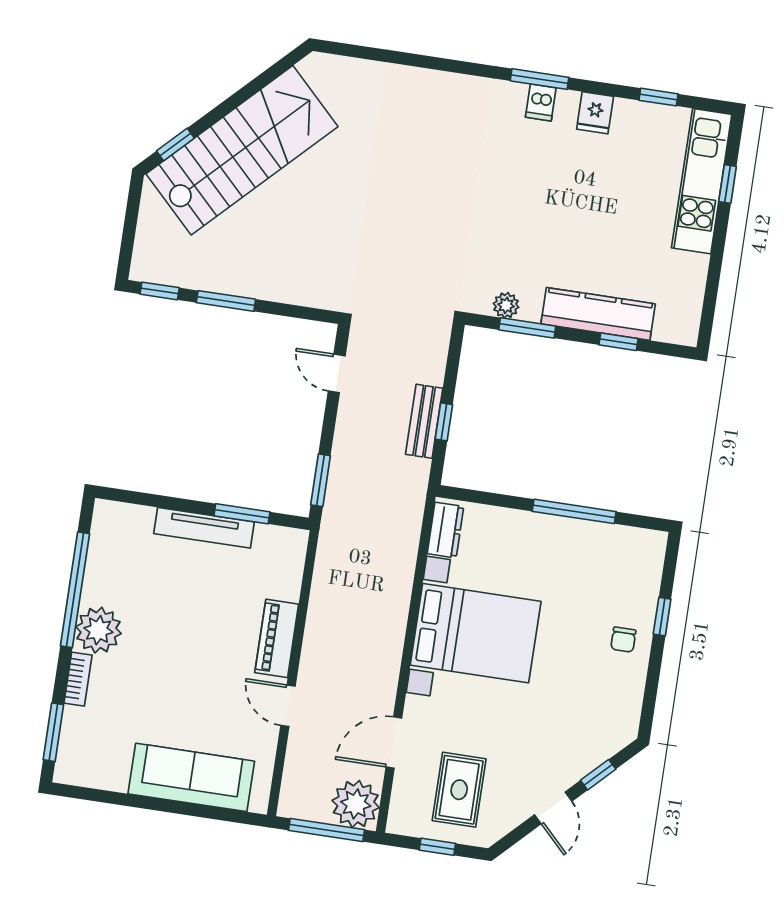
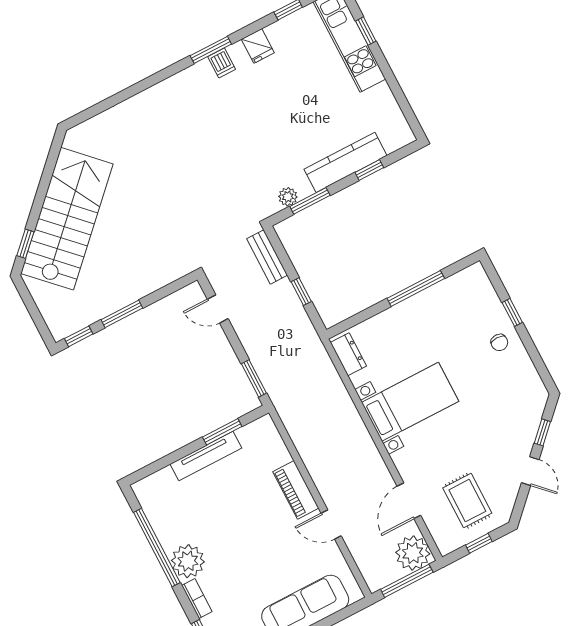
bench: (424, 421) -> (267, 257), moved
bed with nightstands: (476, 633) -> (410, 402), width x0.73

